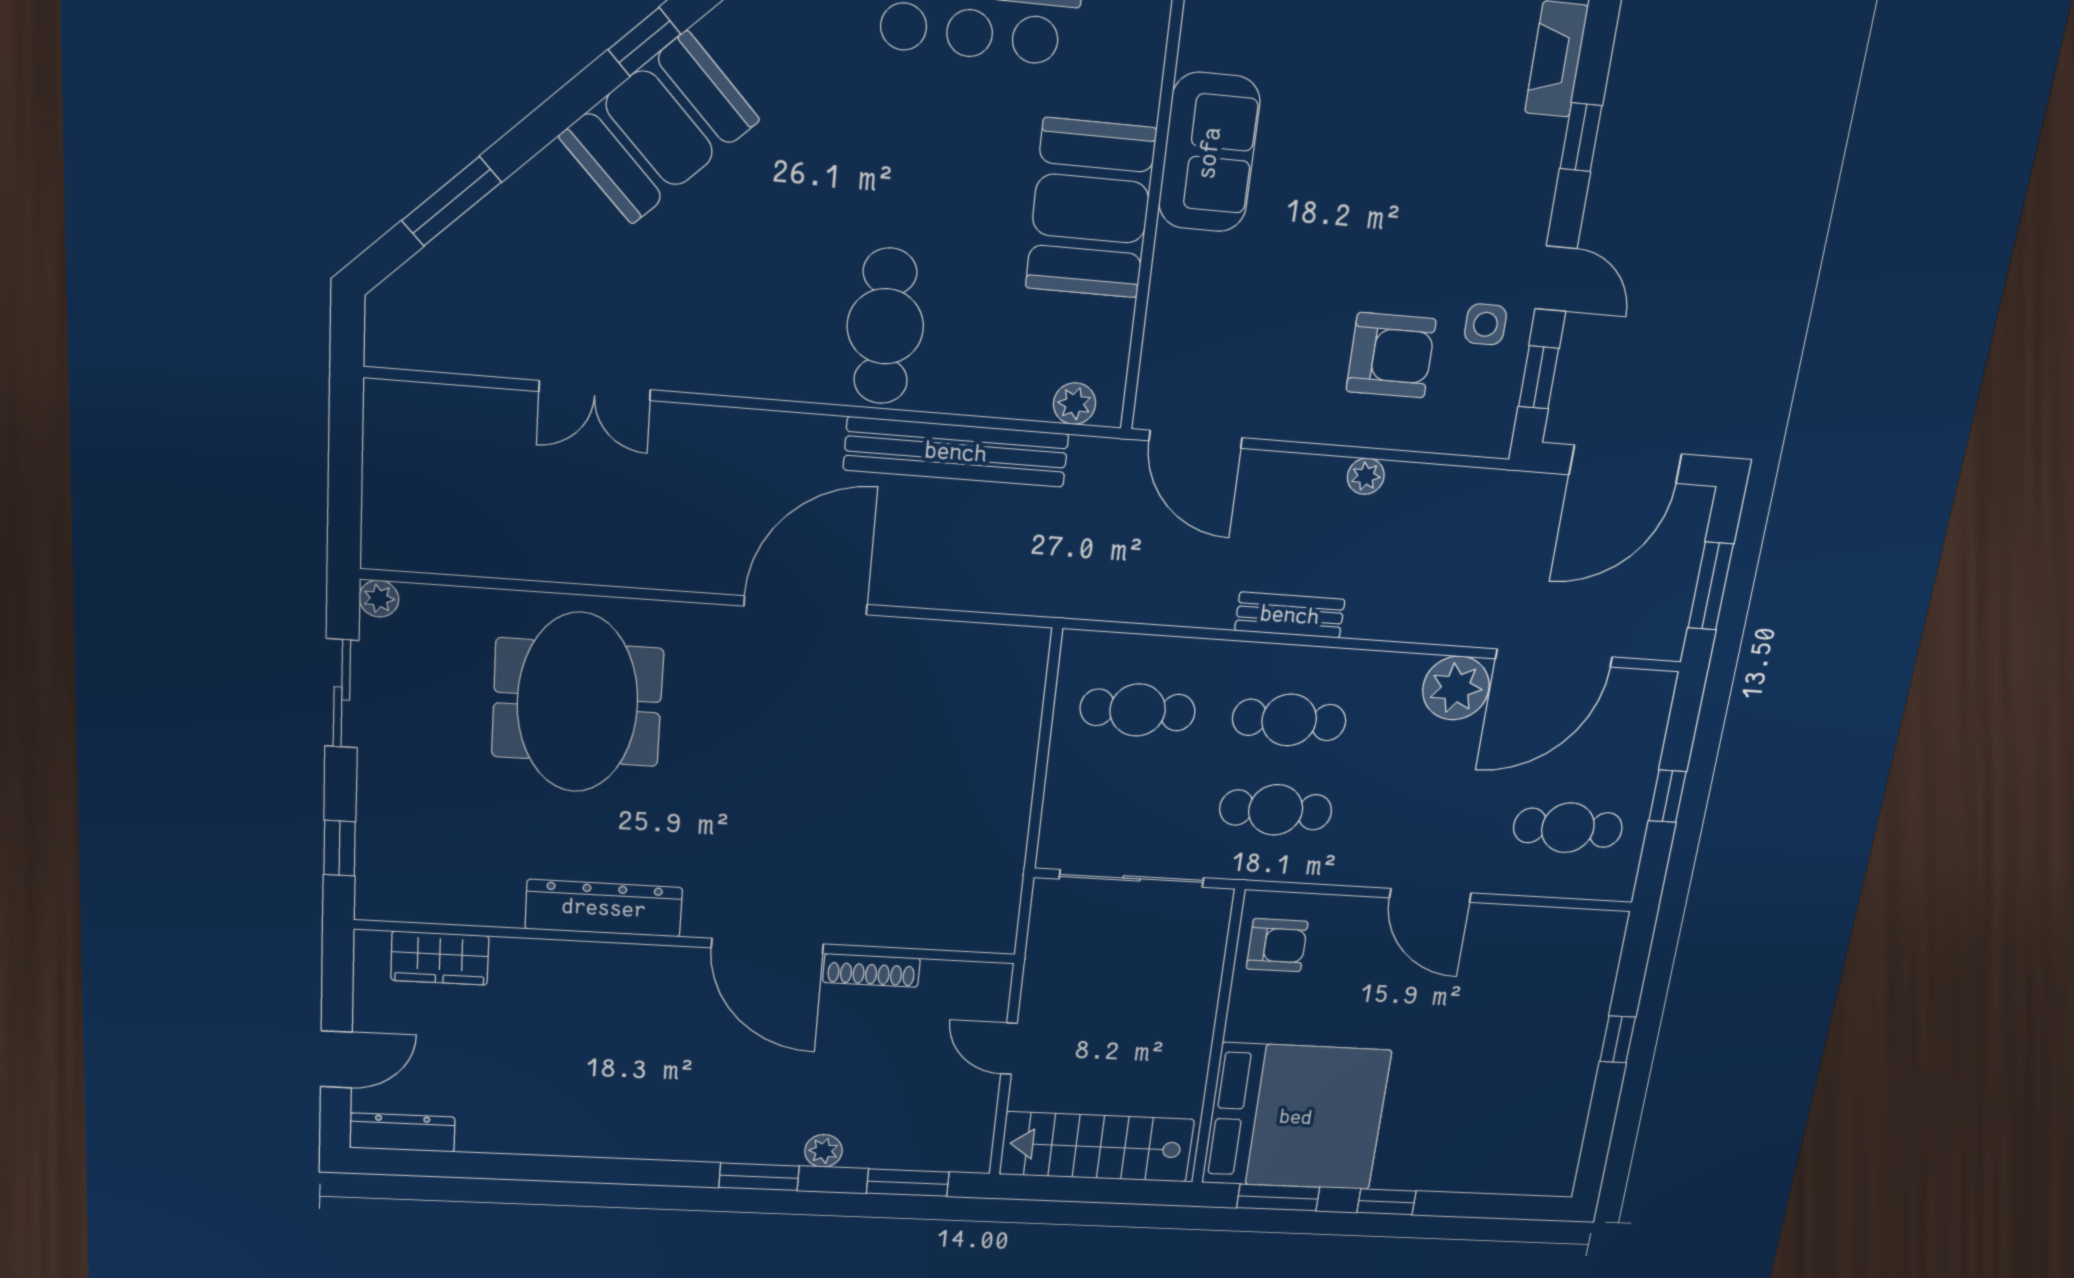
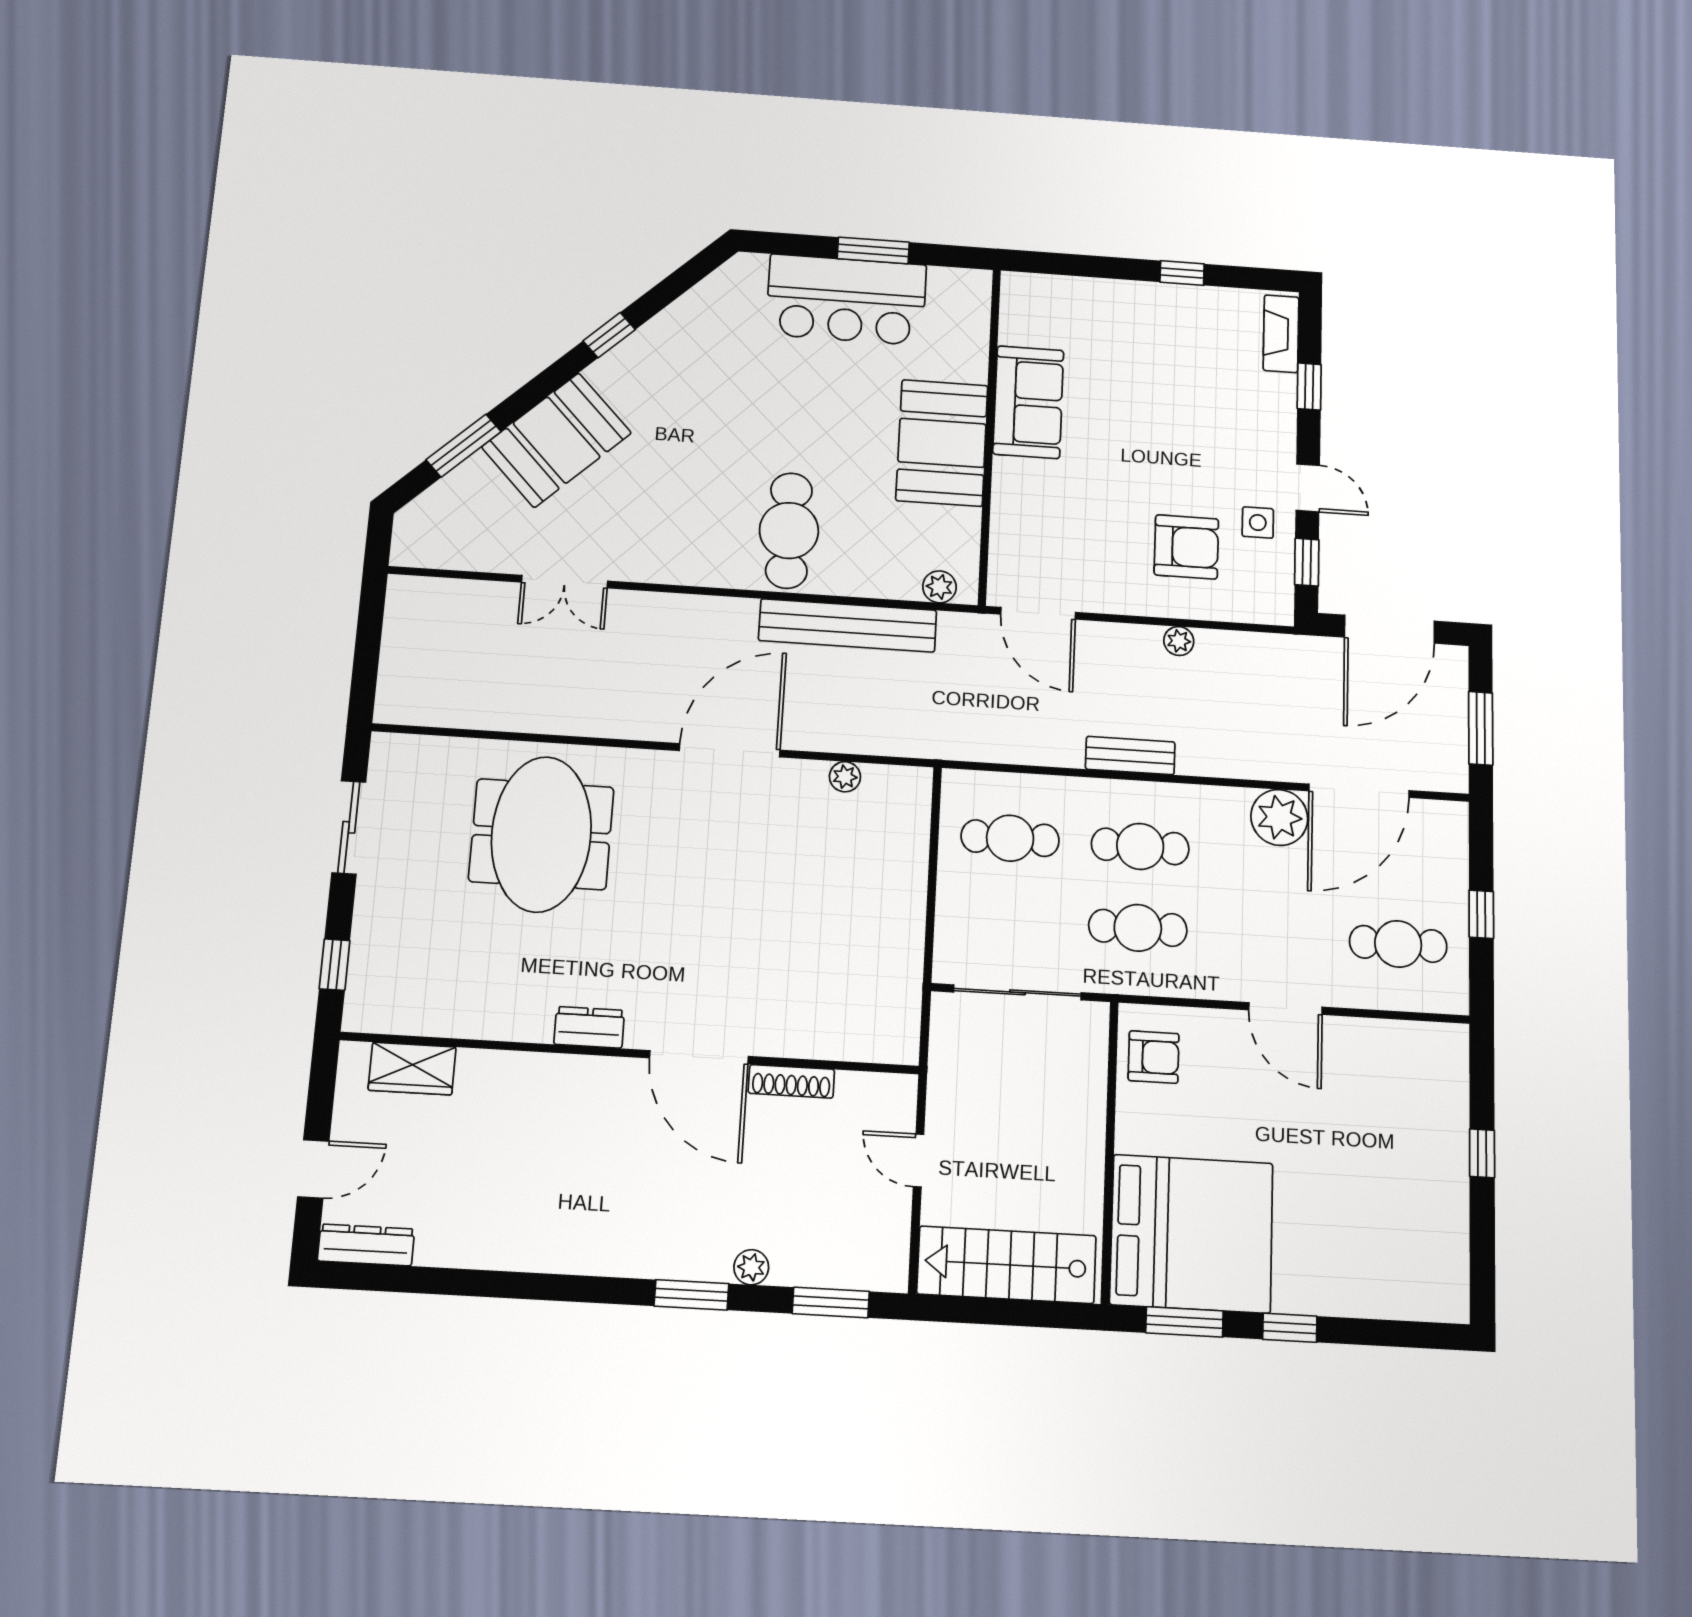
booth: (659, 128) -> (557, 440), moved
plant: (379, 599) -> (845, 777), moved
dresser: (604, 908) -> (589, 1027), width x0.51, depth x0.80

